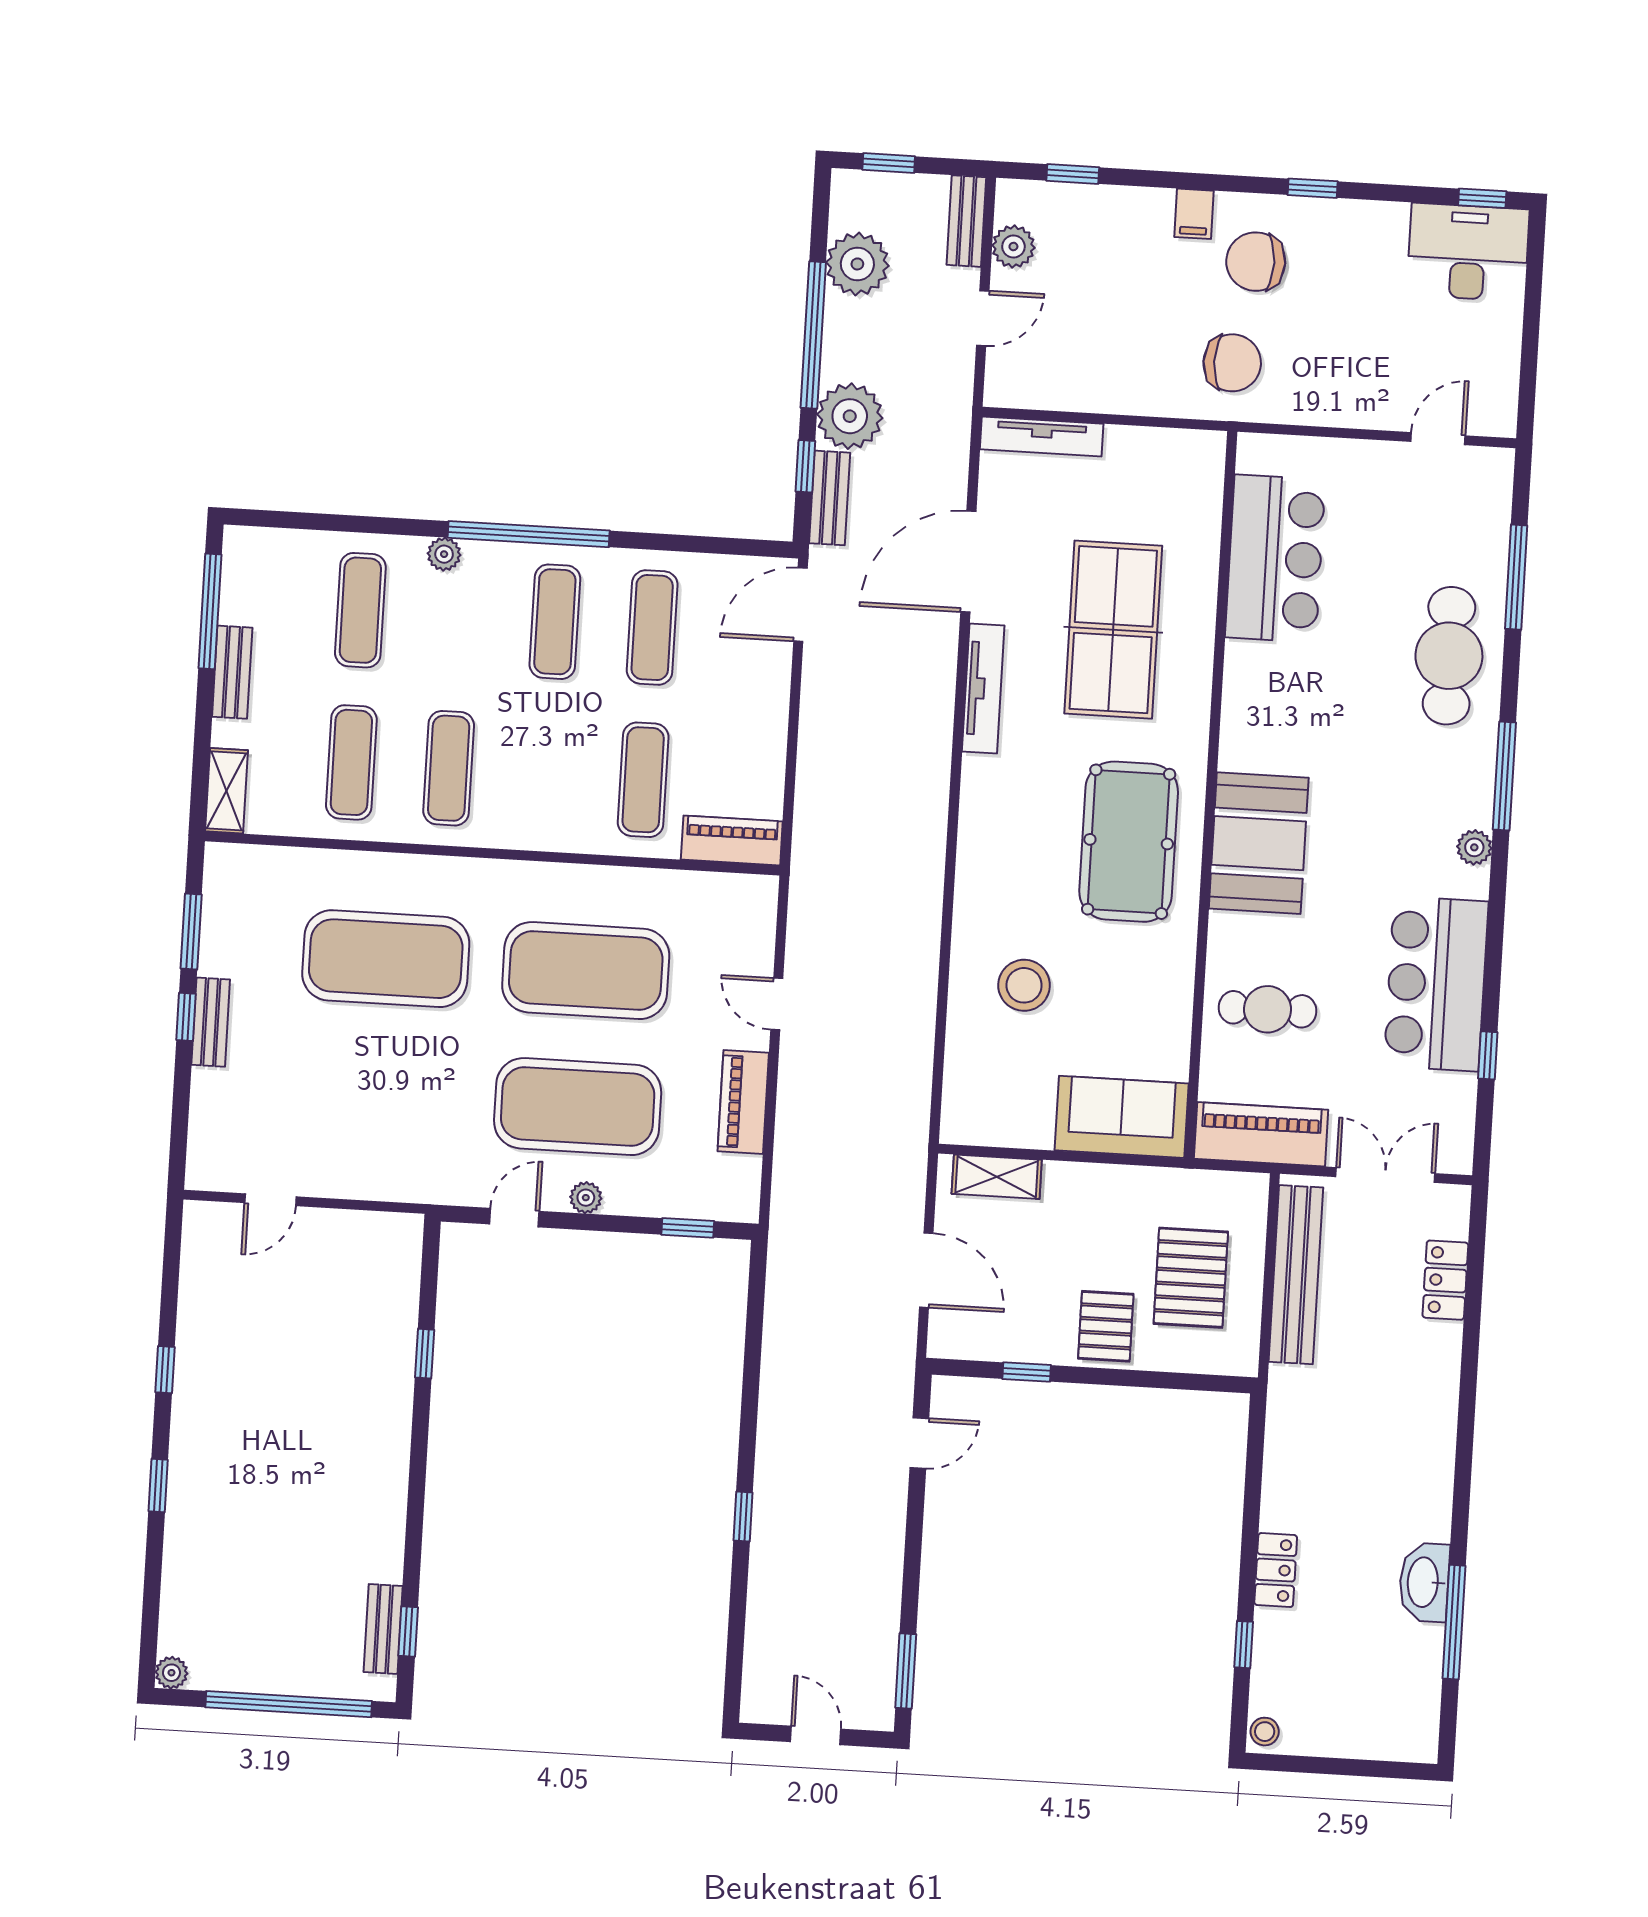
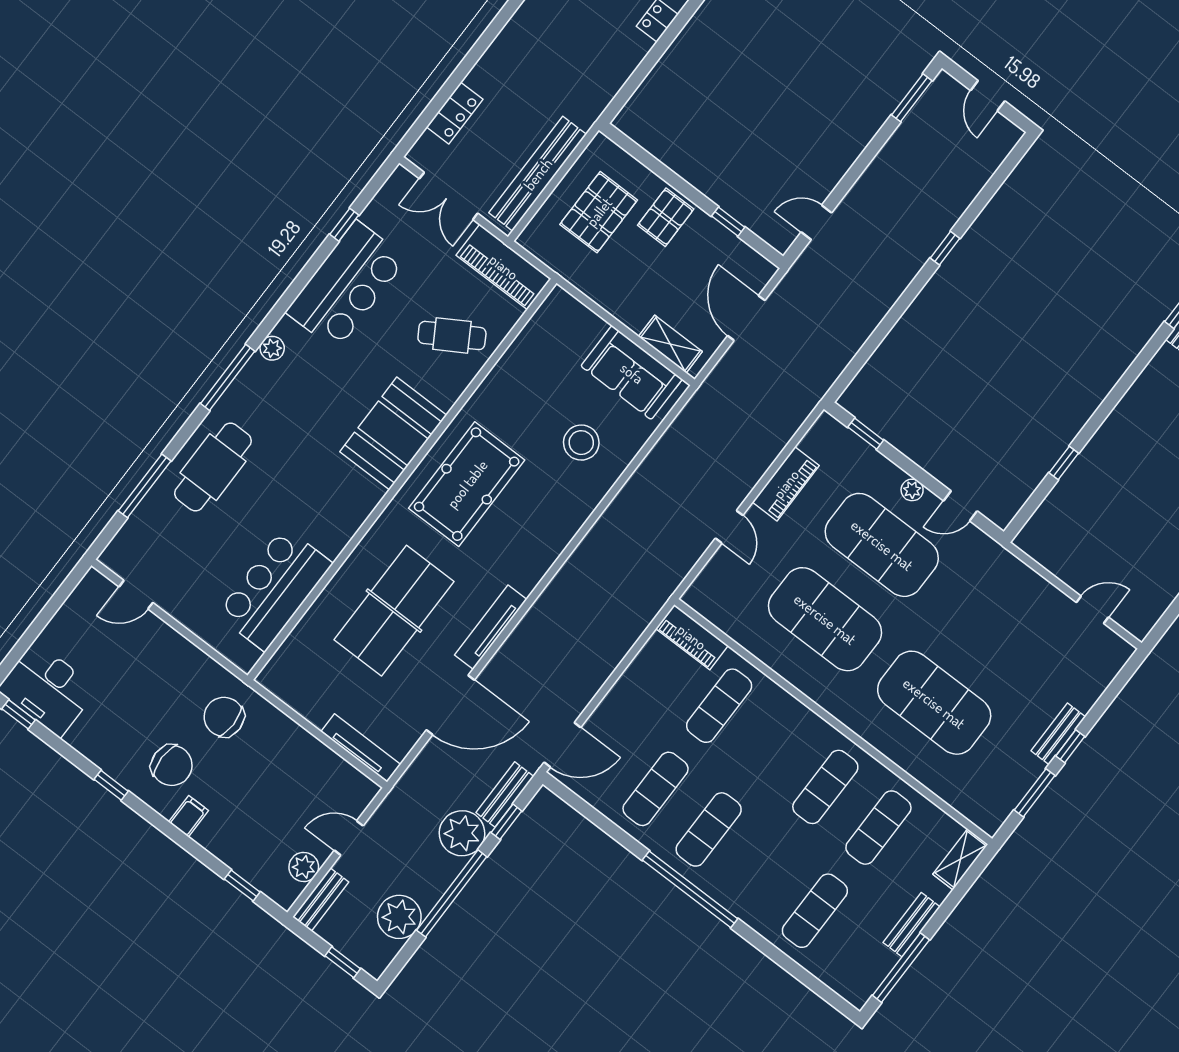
plant: (444, 554) -> (746, 910), removed
cafe table: (1267, 1009) -> (452, 335), turned -31
sofa: (1122, 1117) -> (632, 373), moved

